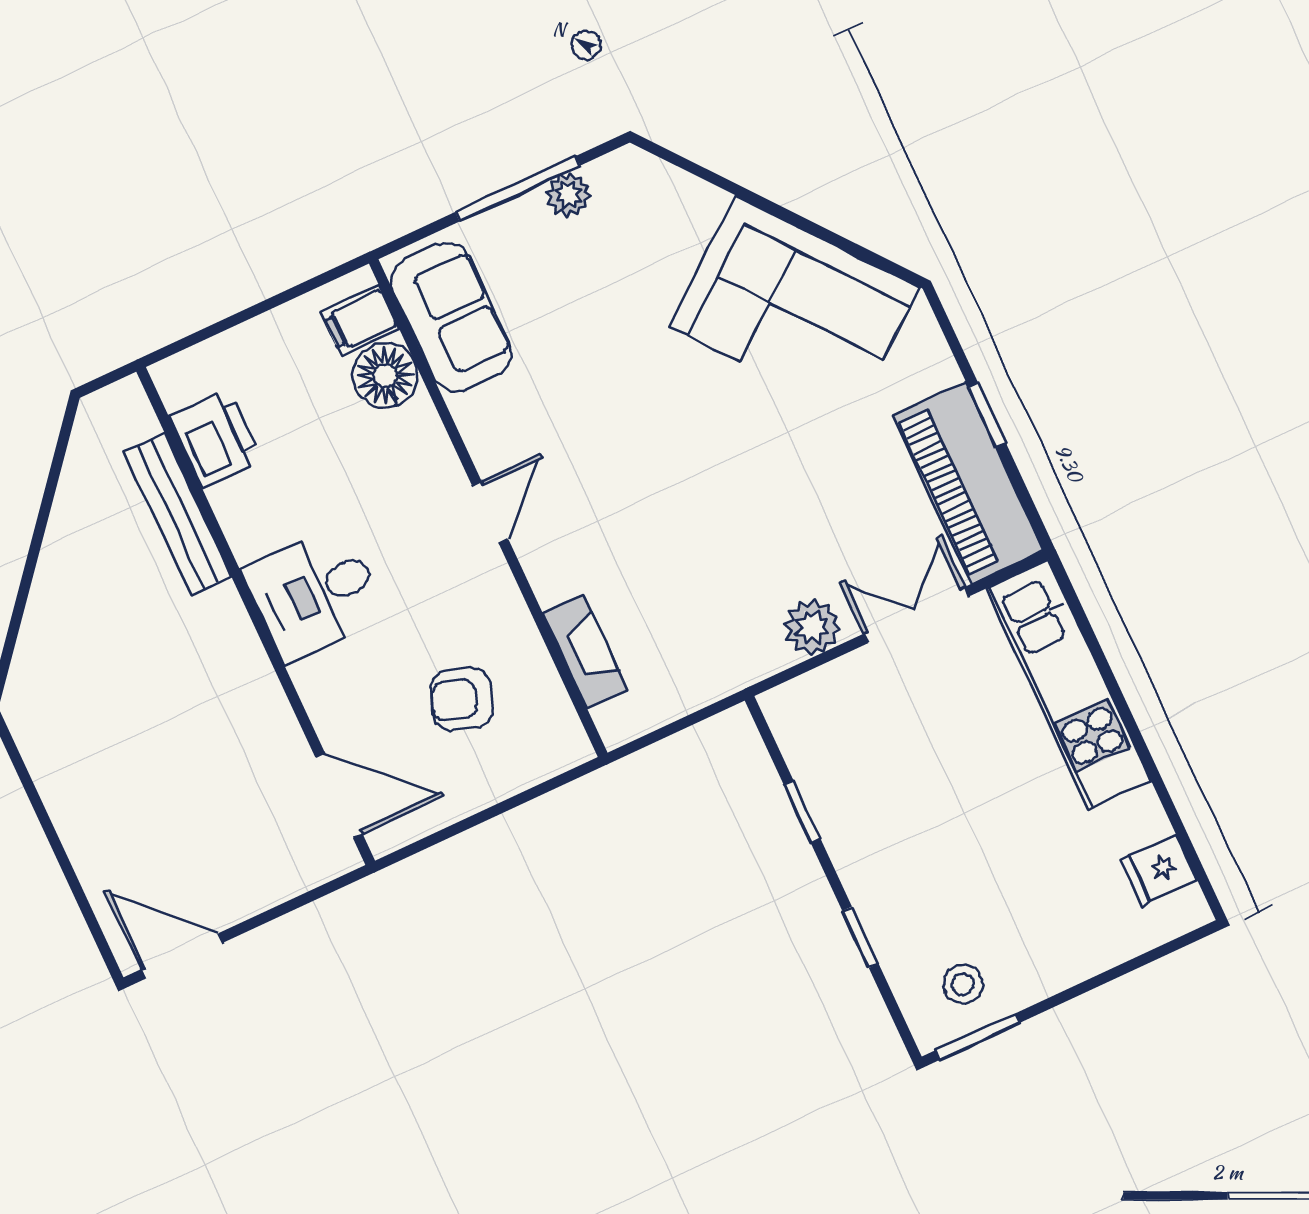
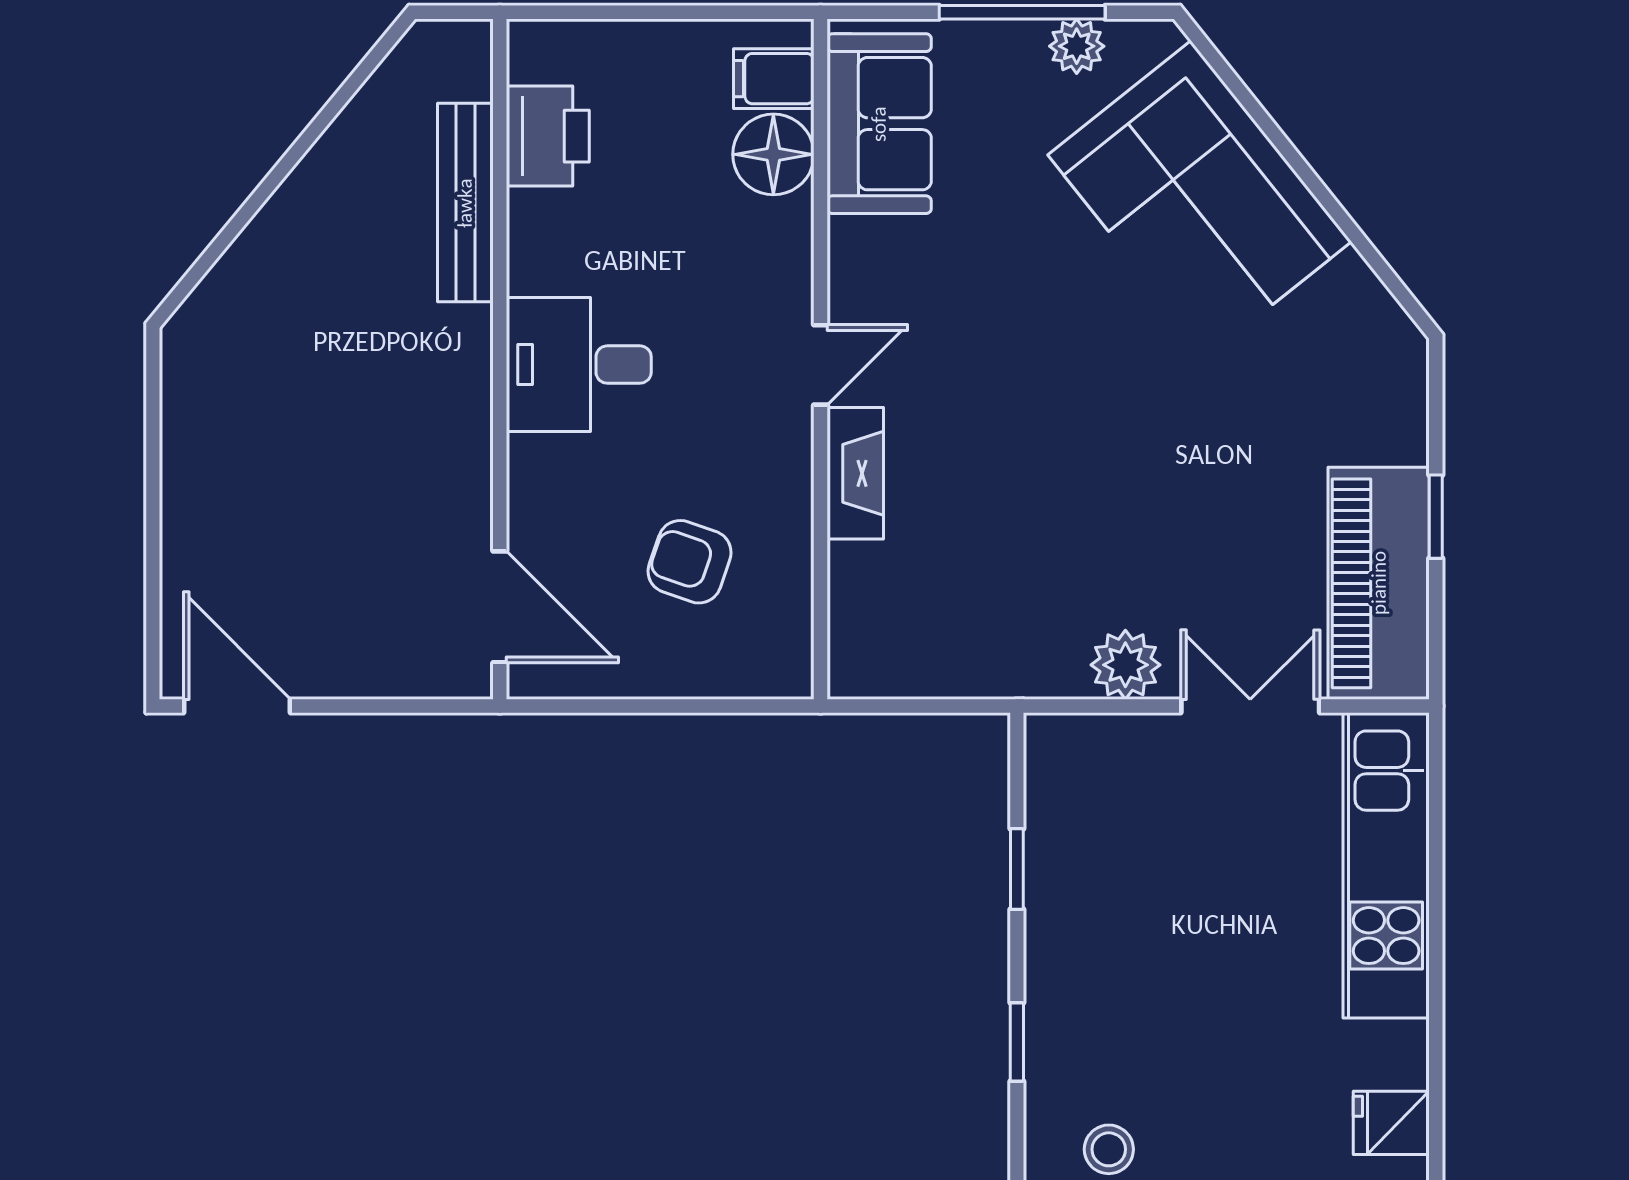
corner sofa: (795, 307) -> (1200, 198), moved
fireplace: (585, 651) -> (855, 473), moved

